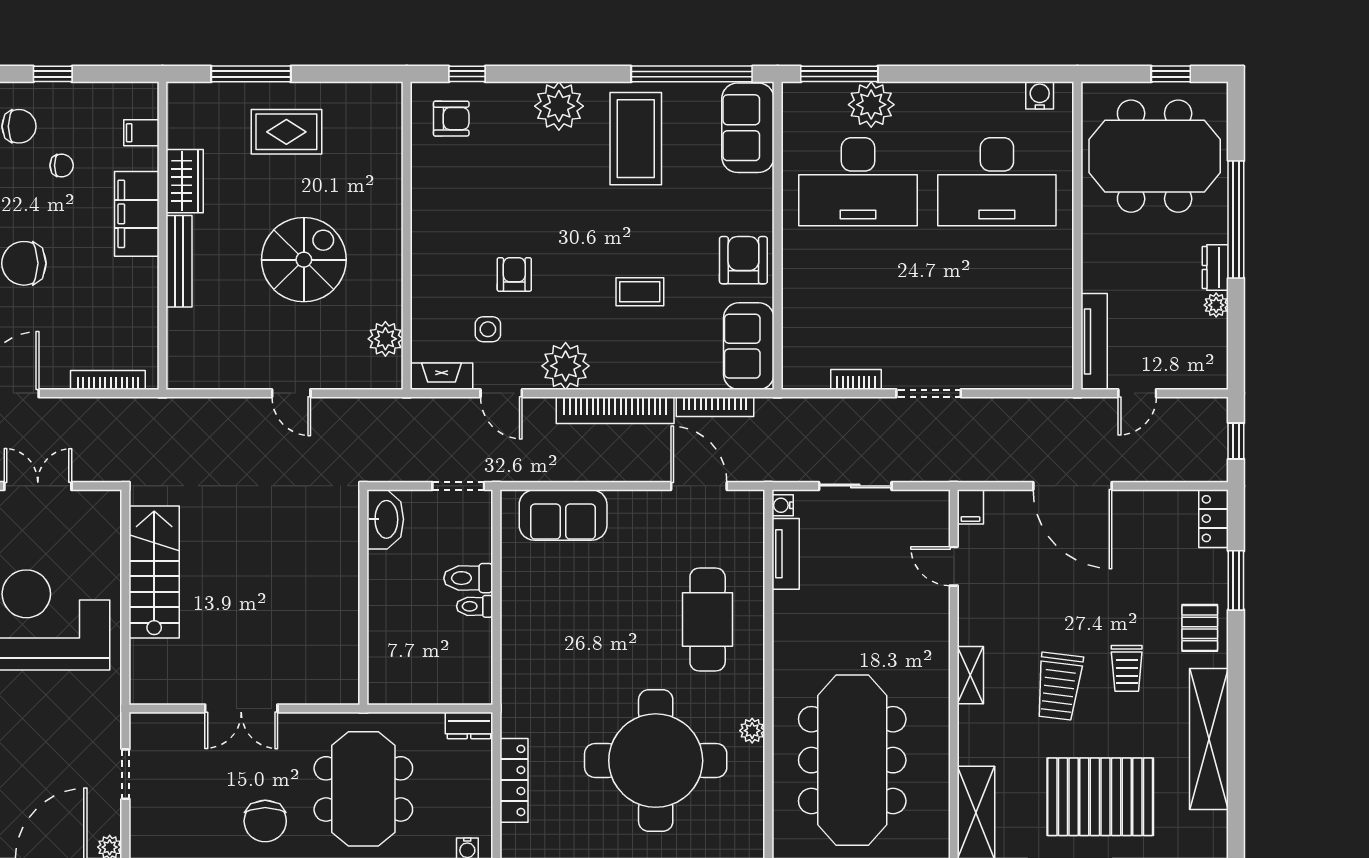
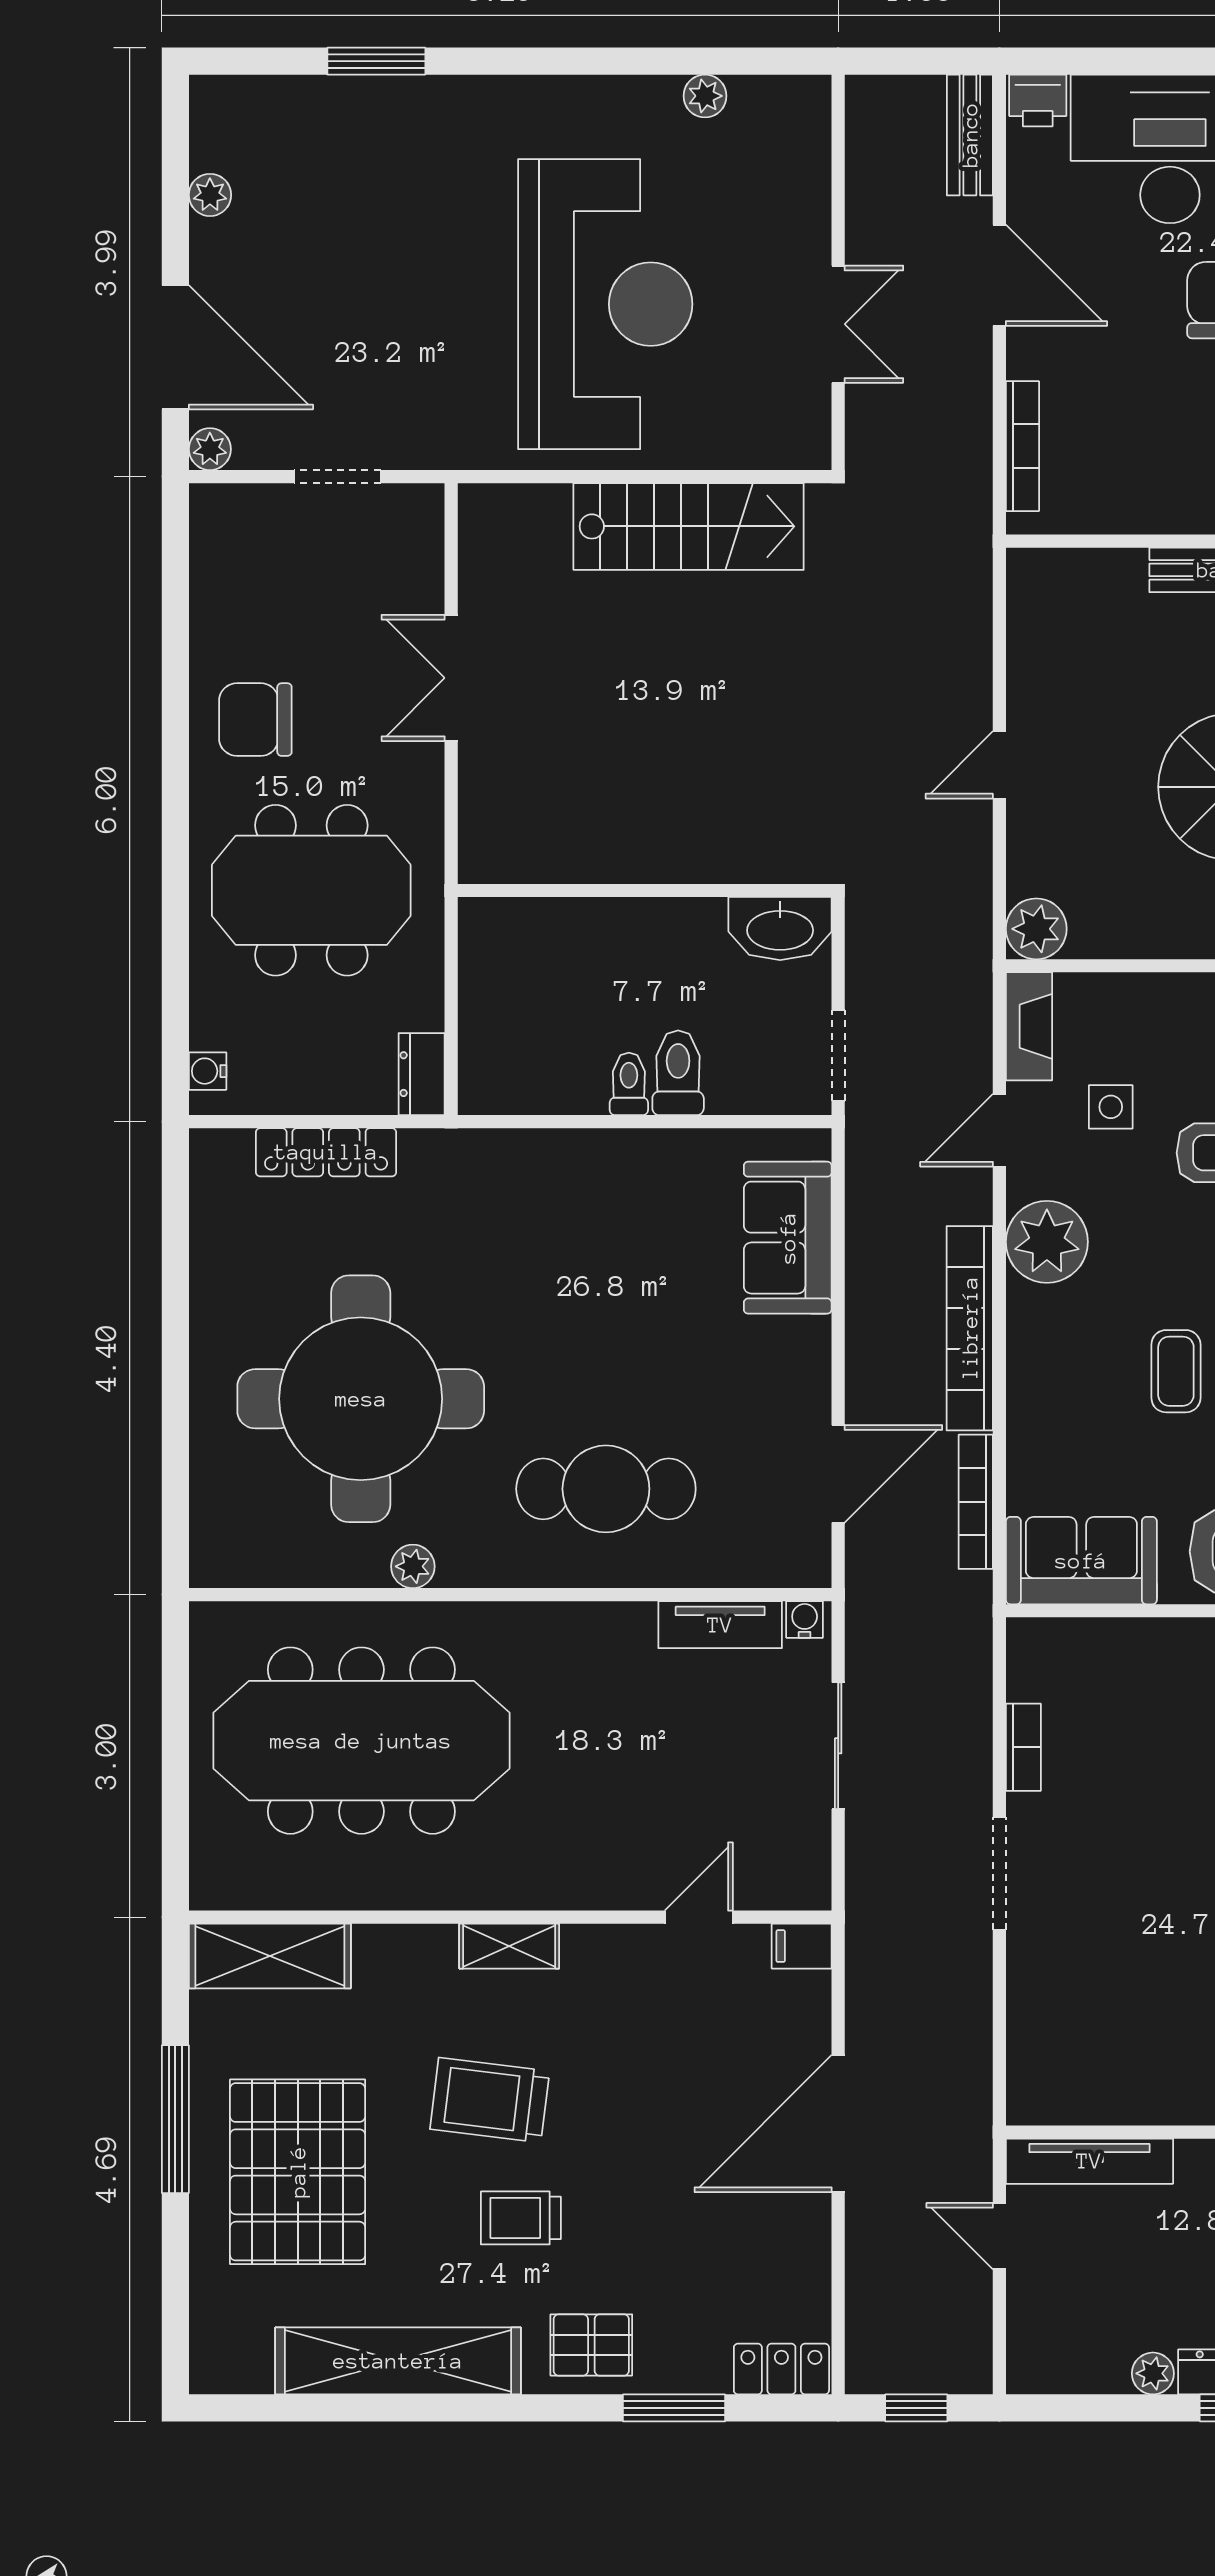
plant: (385, 339) -> (1036, 929), moved

